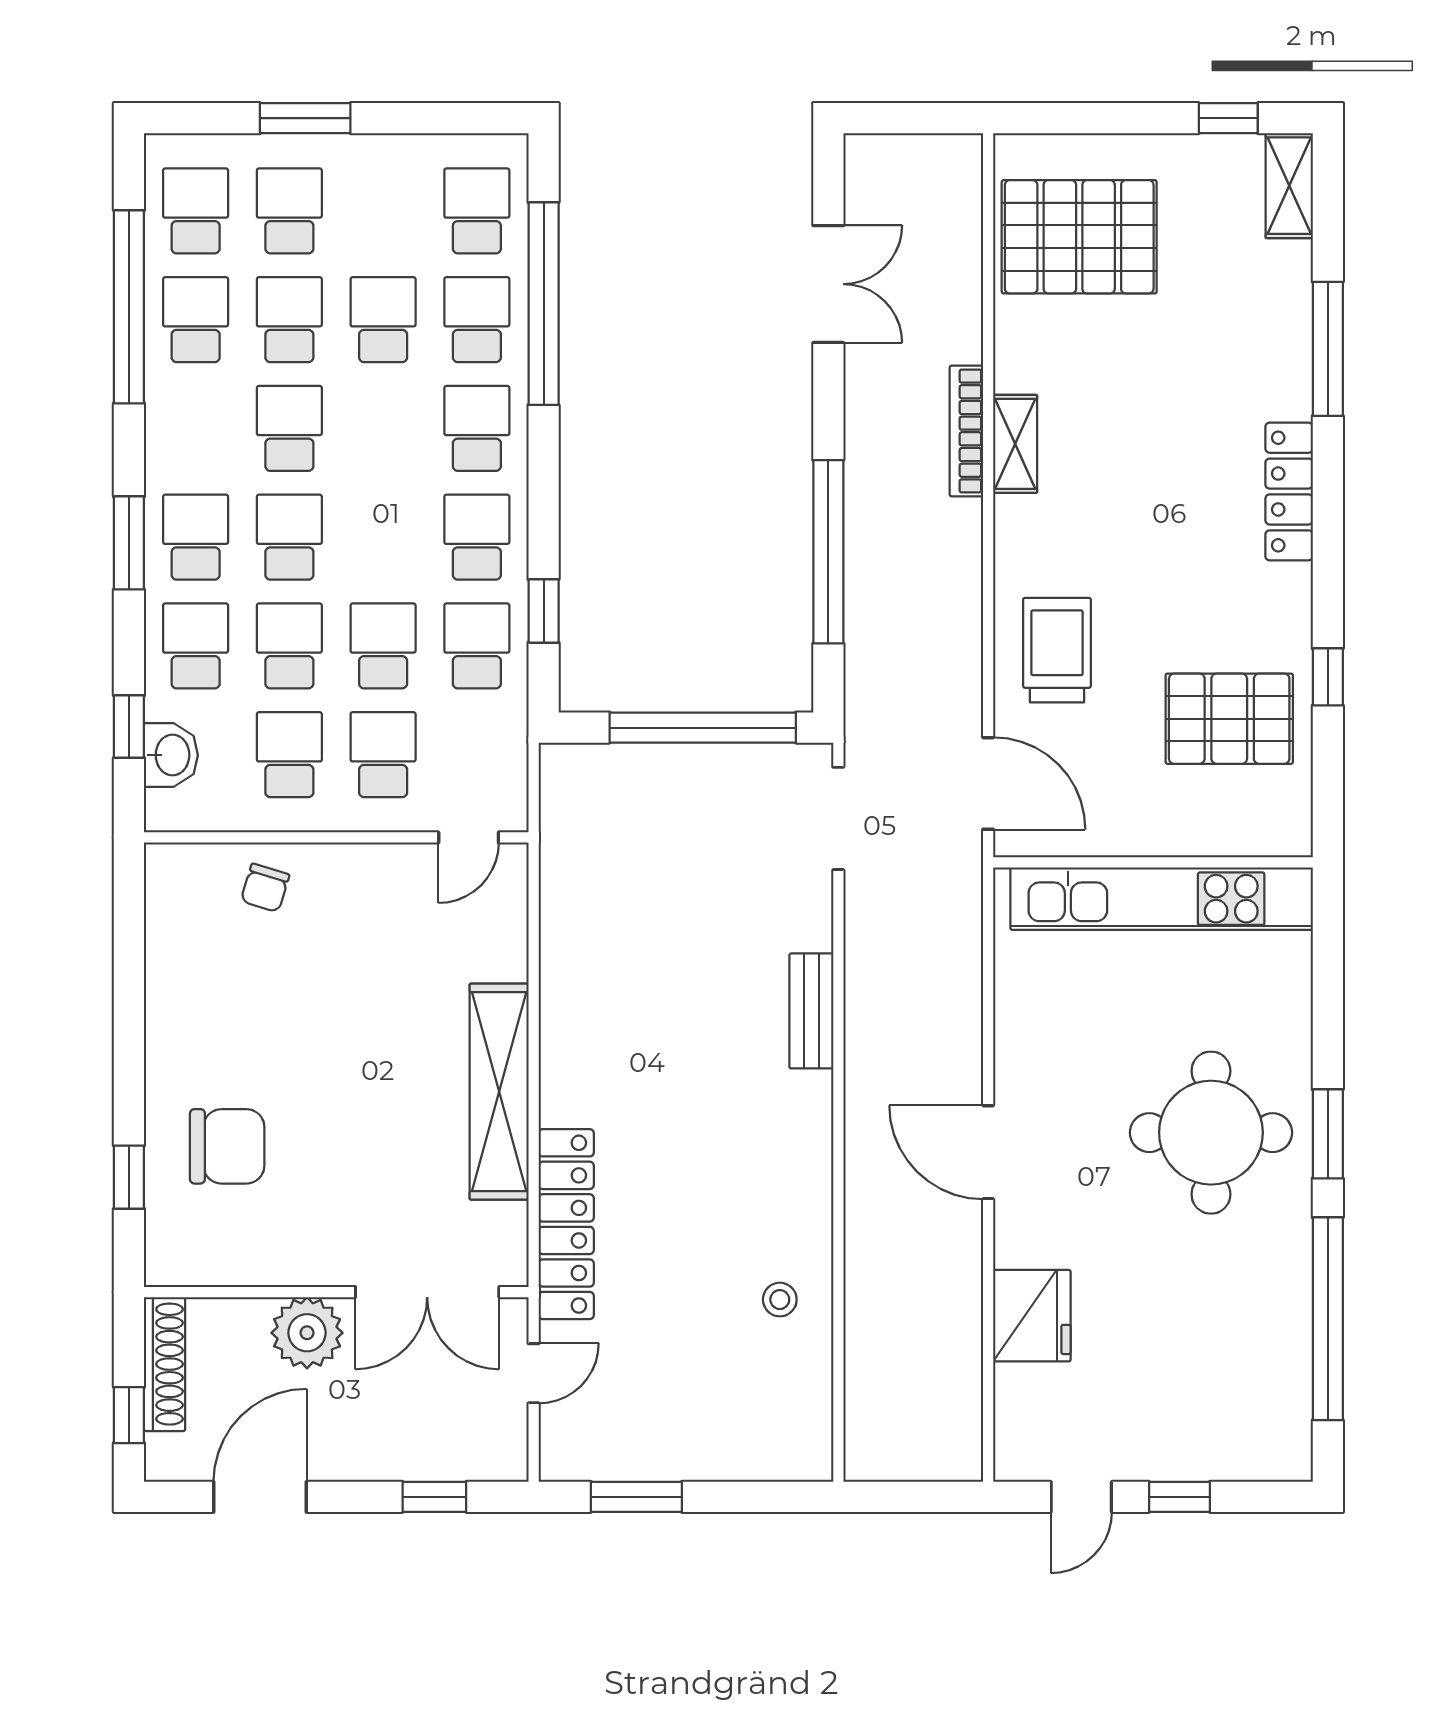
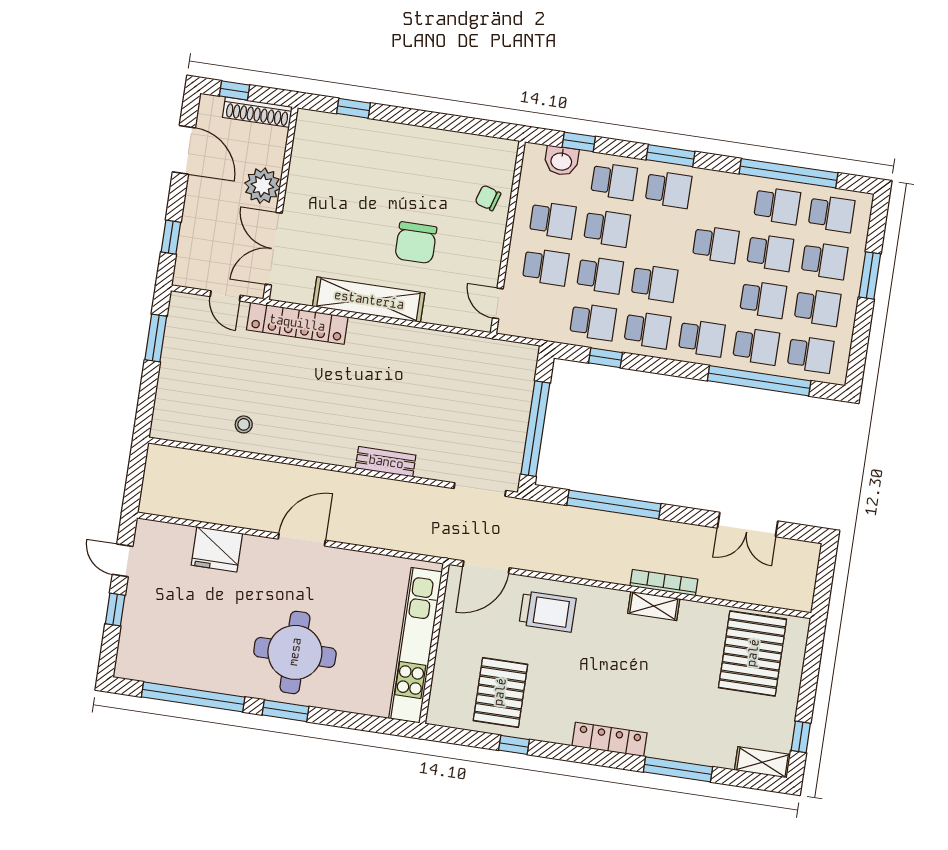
school desk: (383, 211) -> (817, 307), added
school desk: (289, 537) -> (654, 283), moved
chair: (227, 1146) -> (416, 243), moved

